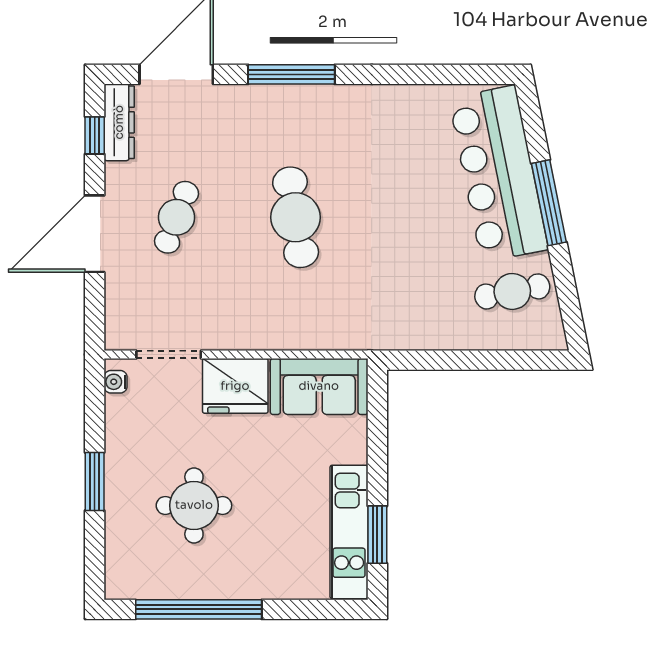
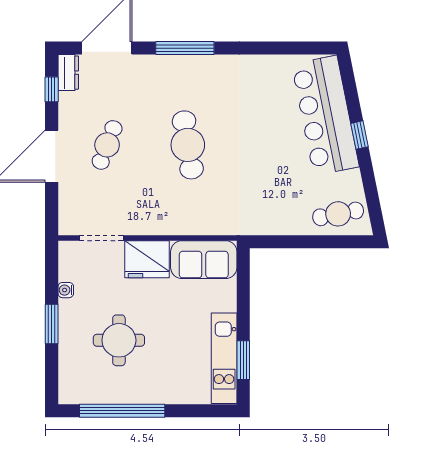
dresser: (119, 122) -> (68, 73), width x0.70
window: (549, 203) -> (360, 135), width x0.46
cafe table: (512, 291) -> (338, 214), moved
water cooler: (116, 382) -> (66, 290), moved

